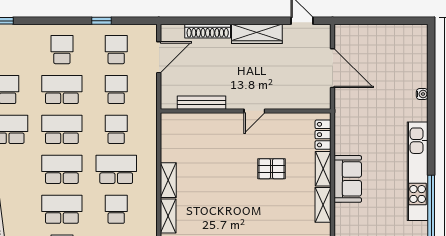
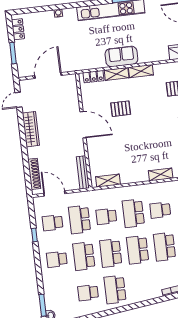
window: (371, 21) -> (13, 53), added
shoe rack: (208, 31) -> (34, 174), moved
locker: (406, 32) -> (18, 29), added
school desk: (116, 90) -> (80, 220), width x1.85
bench: (202, 103) -> (83, 172), moved
door: (254, 111) -> (83, 125), width x1.88
pallet: (272, 169) -> (121, 109), turned 90
shelving: (168, 180) -> (108, 181), moved

